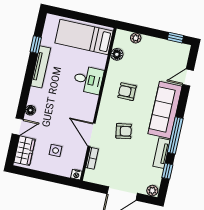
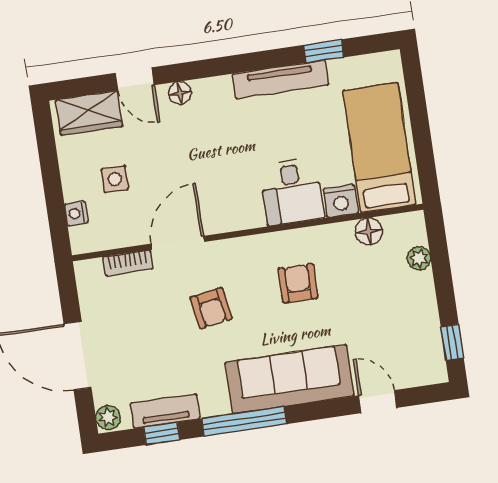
nightstand: (100, 61) -> (341, 201), added
tv unit: (162, 153) -> (165, 411), moved
nightstand: (76, 175) -> (76, 214), moved

